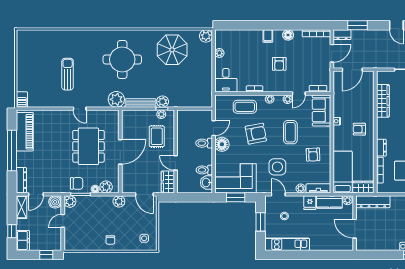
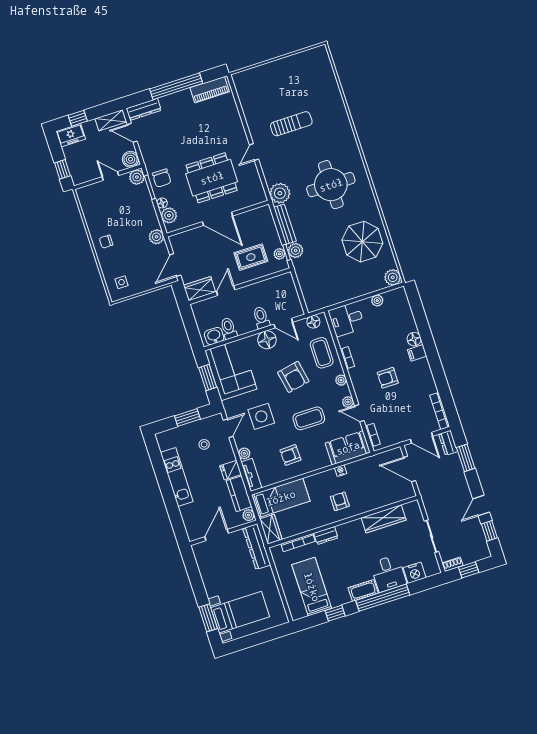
floor lamp: (288, 35) -> (414, 339), moved
barbecue: (22, 100) -> (242, 78), removed
floor lamp: (220, 106) -> (313, 322), added
piano: (25, 132) -> (210, 90), width x0.73, depth x0.75
kitchen unit: (287, 244) -> (177, 477), moved

